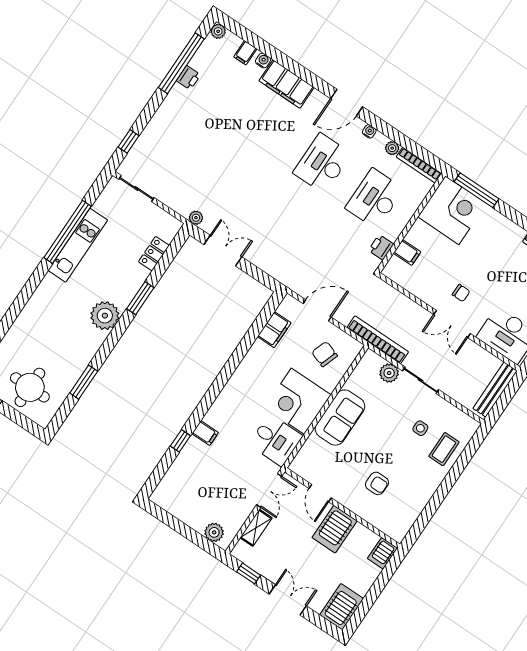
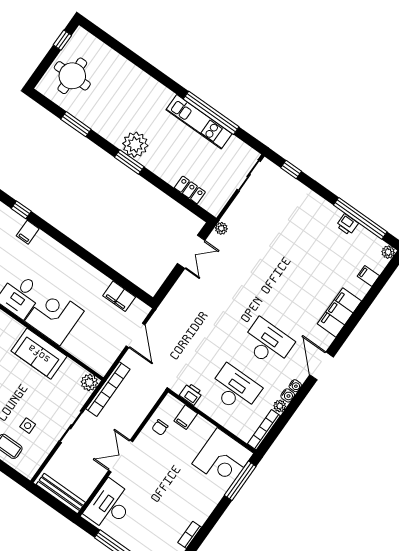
water cooler: (263, 61) -> (288, 395), moved
chair: (461, 293) -> (160, 427), moved
window: (140, 298) -> (129, 162), moved
chair: (325, 354) -> (96, 341), removed
plant: (389, 373) -> (89, 382), moved

